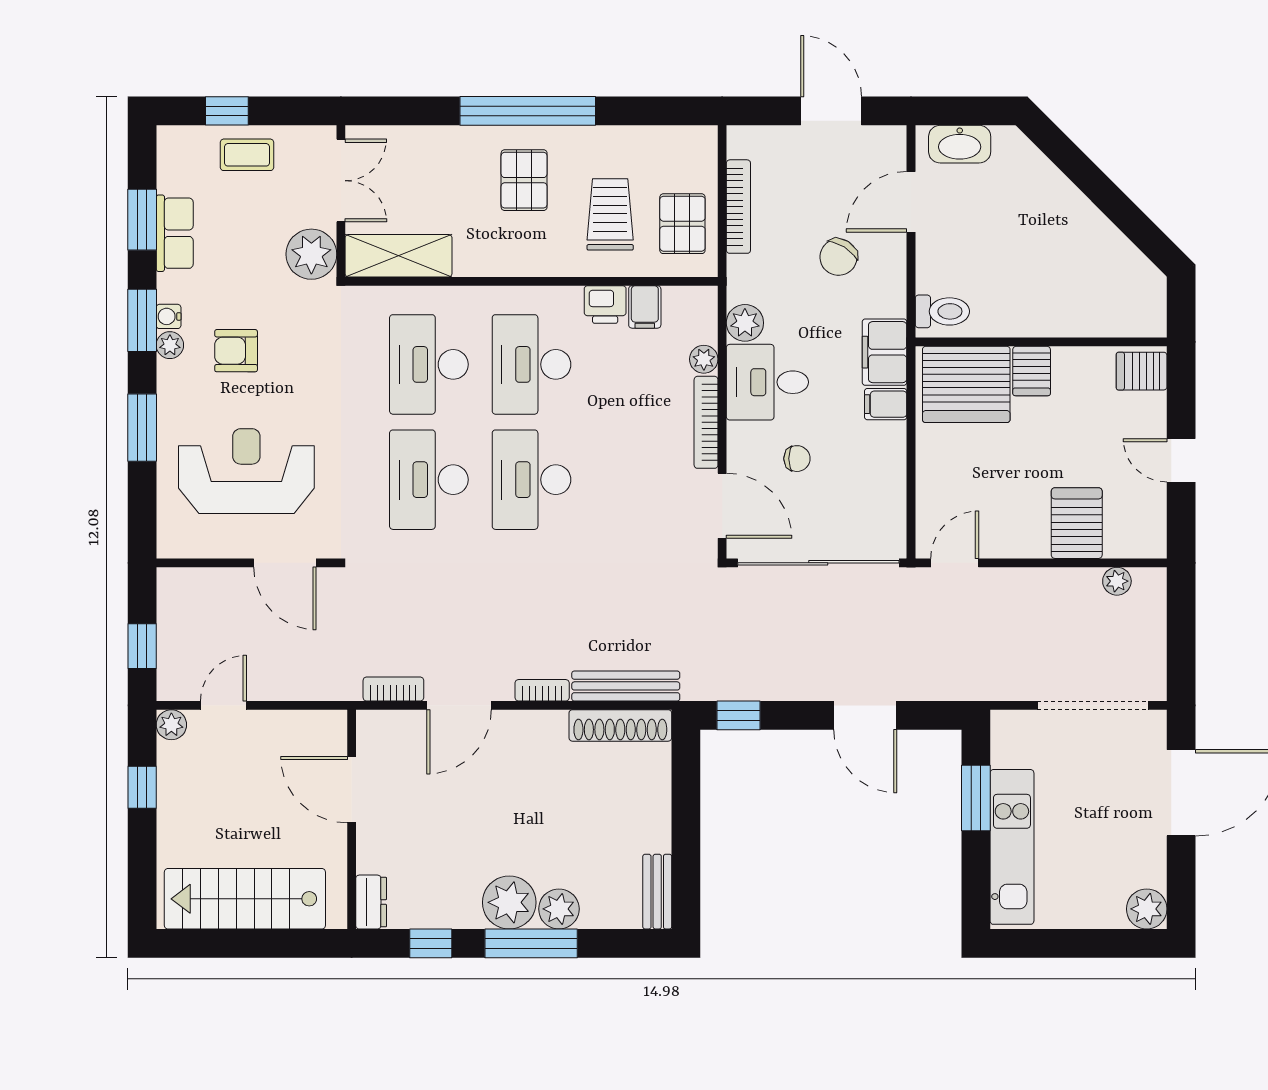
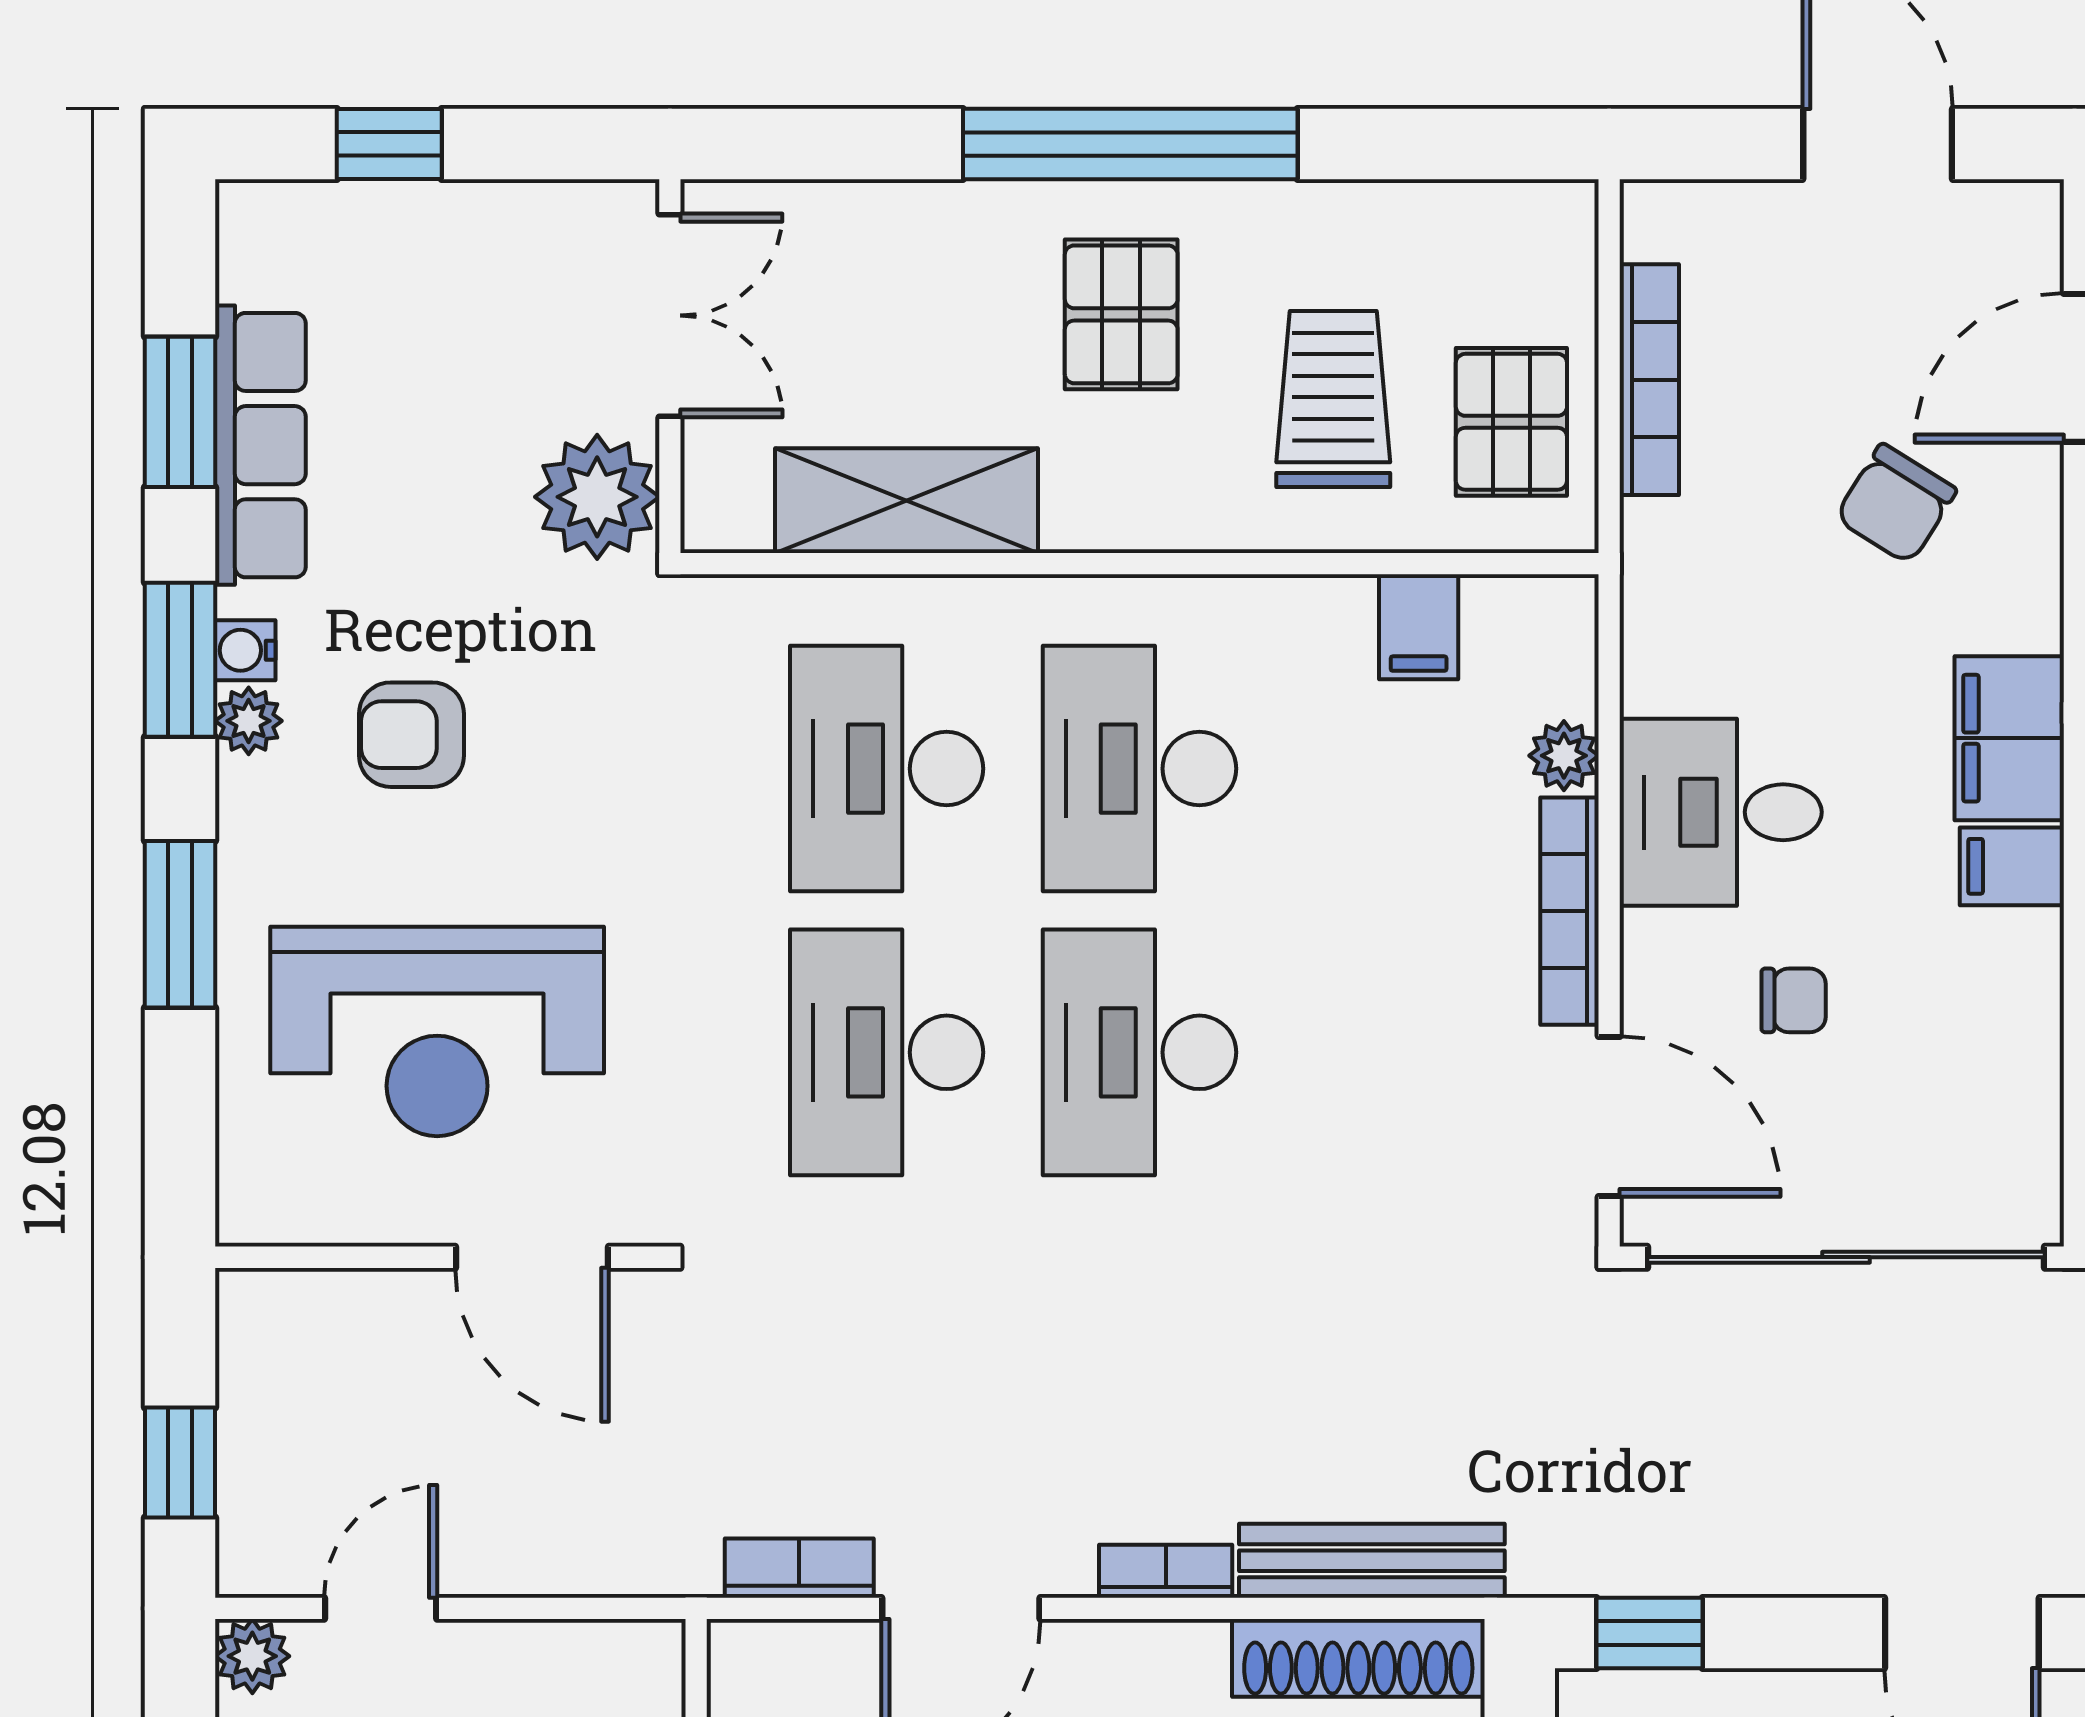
coffee table: (247, 155) -> (439, 252), removed
row of seats: (175, 233) -> (260, 445), width x1.48
shelving: (398, 256) -> (907, 501), moved
printer: (605, 305) -> (1321, 621), removed
plant: (745, 323) -> (1665, 666), removed
reception desk: (246, 471) -> (437, 1031), turned 180

